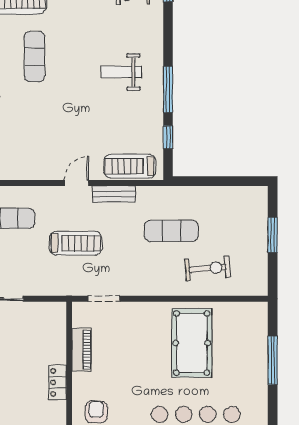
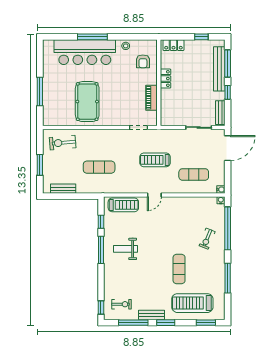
weight bench: (121, 72) -> (126, 249), moved, turned 180
bench: (114, 194) -> (63, 189), moved
exercise bike: (208, 268) -> (63, 143), moved

